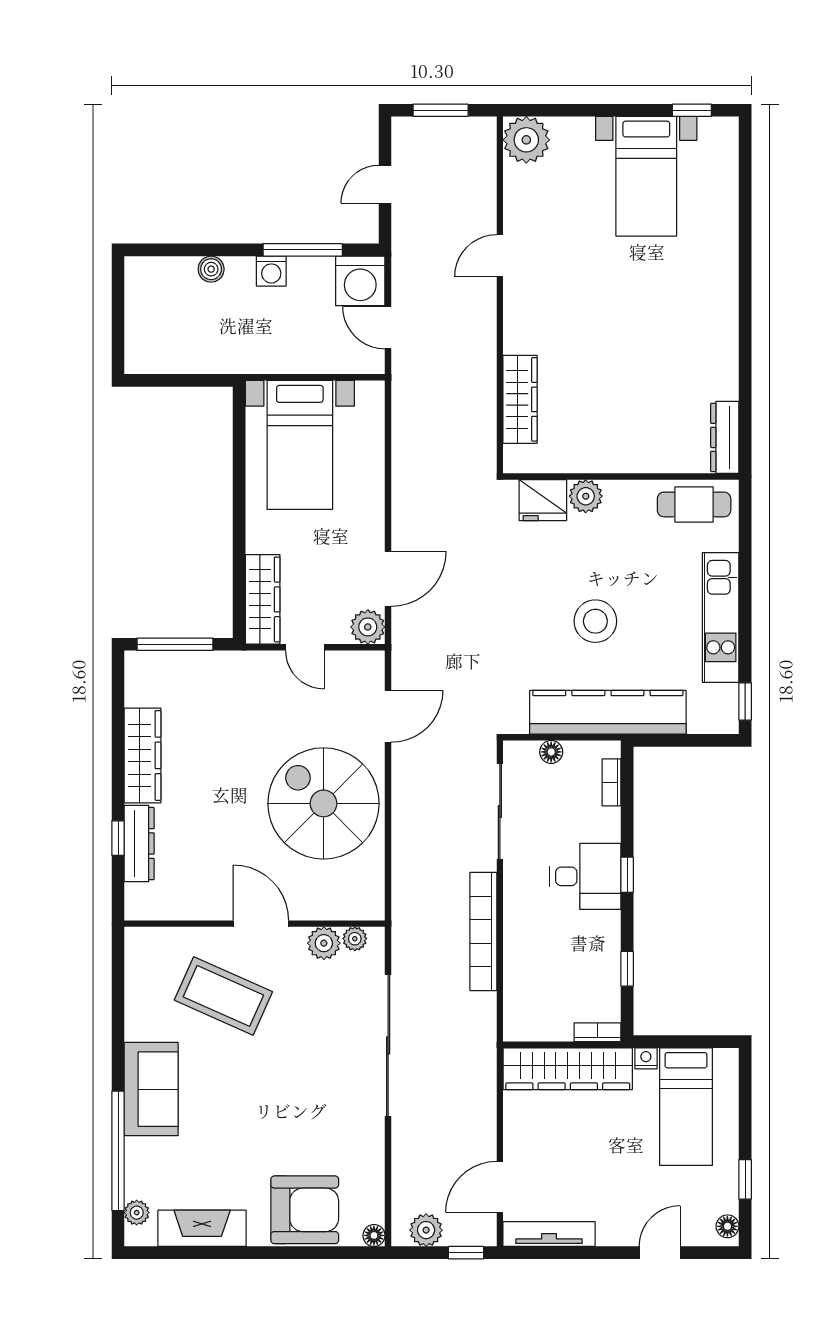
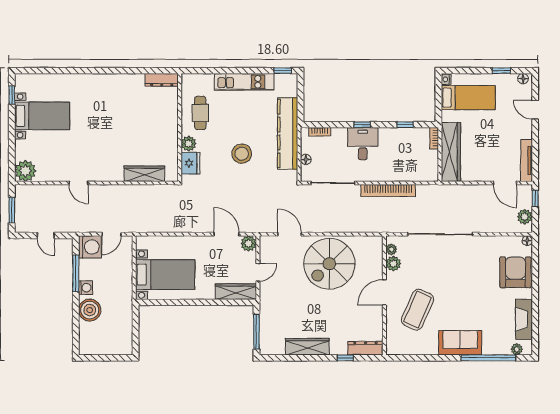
boiler: (211, 269) -> (90, 310), width x1.86, depth x1.86
cafe table: (694, 504) -> (200, 113), moved
stool: (595, 621) -> (242, 154), moved
dresser: (139, 843) -> (365, 348), moved
nightstand: (646, 1058) -> (446, 79), moved

